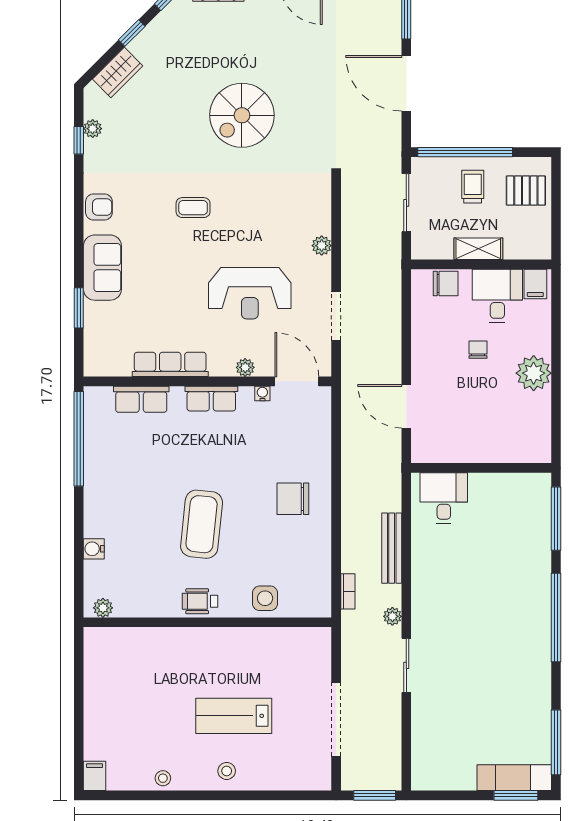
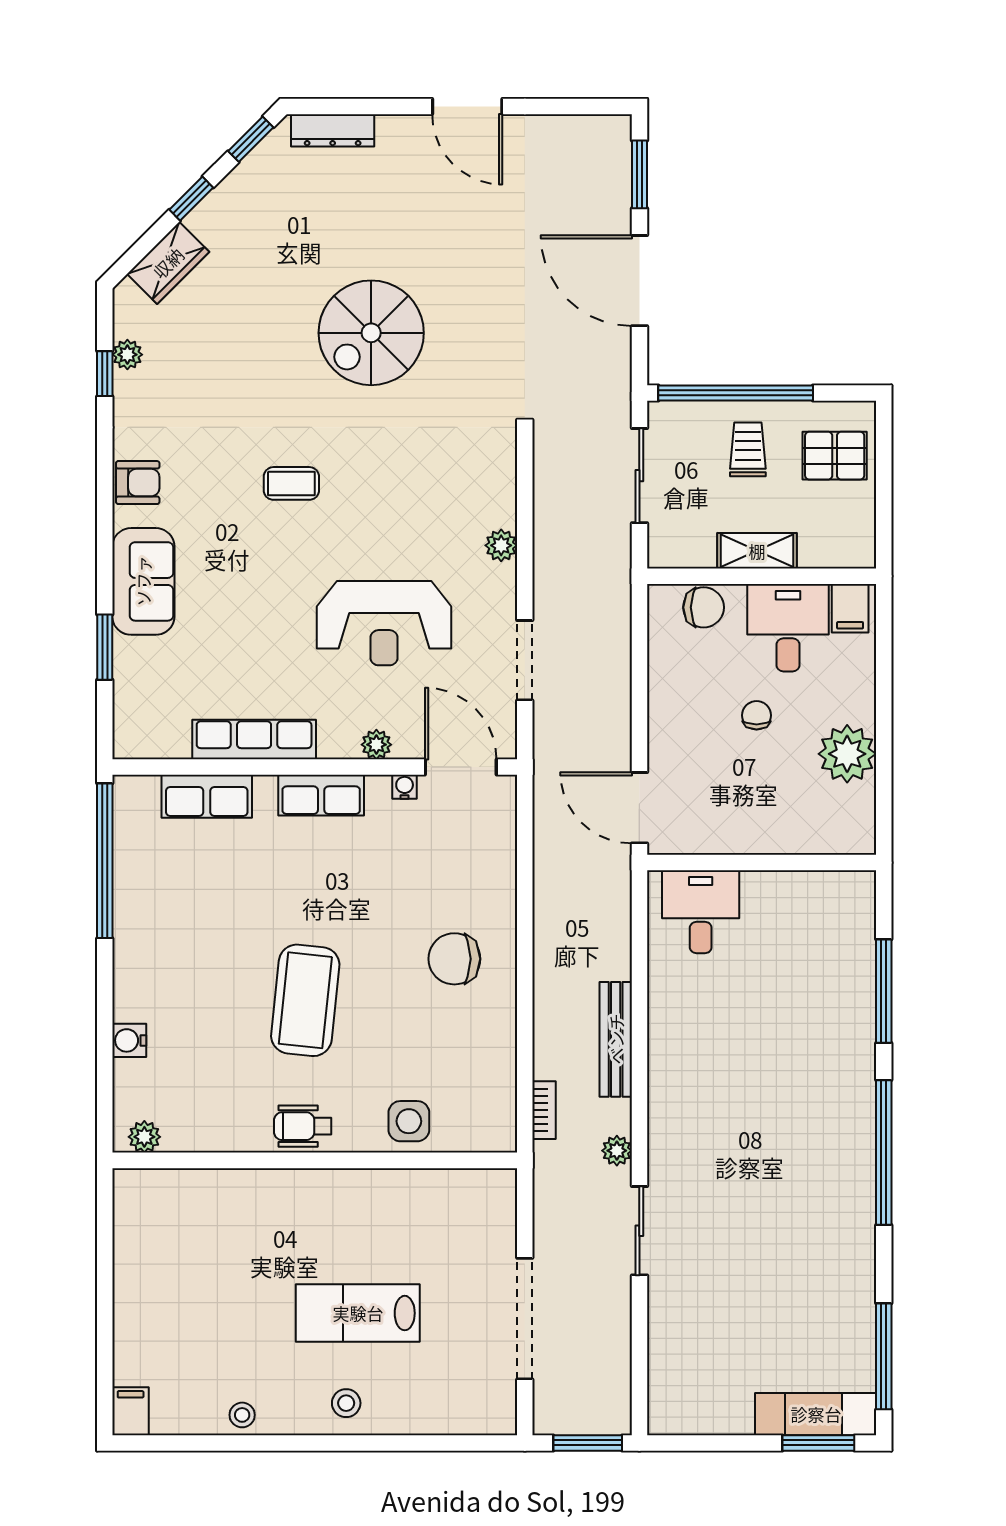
wall: (481, 468) -> (762, 863), moved
desk: (444, 498) -> (701, 912), moved

